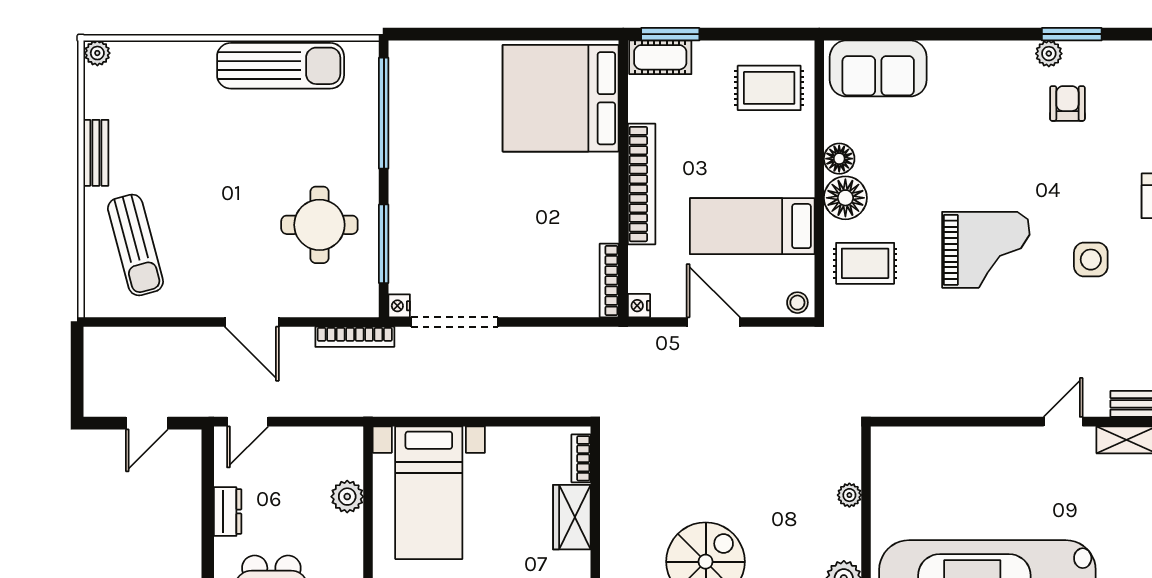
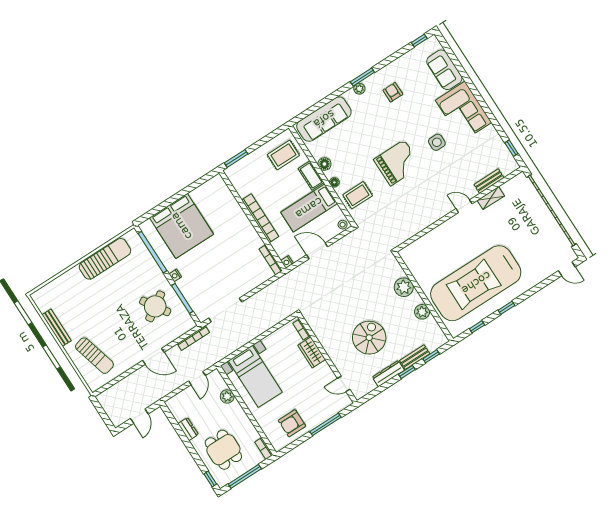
window: (1072, 34) -> (362, 77), moved
plant: (97, 53) -> (37, 296), removed
plant: (1049, 54) -> (359, 89), moved
cot: (660, 57) -> (311, 176), moved, turned 90
sofa: (878, 68) -> (324, 119), width x1.36
bed: (561, 98) -> (181, 226), moved, turned -90
bench: (96, 153) -> (57, 328), width x1.36
floor lamp: (845, 198) -> (334, 182), width x0.53, depth x0.53
round table: (319, 225) -> (155, 306), turned -33
nightstand: (399, 306) -> (175, 275), moved
door: (248, 422) -> (197, 378), moved
door: (1063, 422) -> (464, 206), hinge flipped
plant: (849, 495) -> (404, 287), width x1.88, depth x1.88

